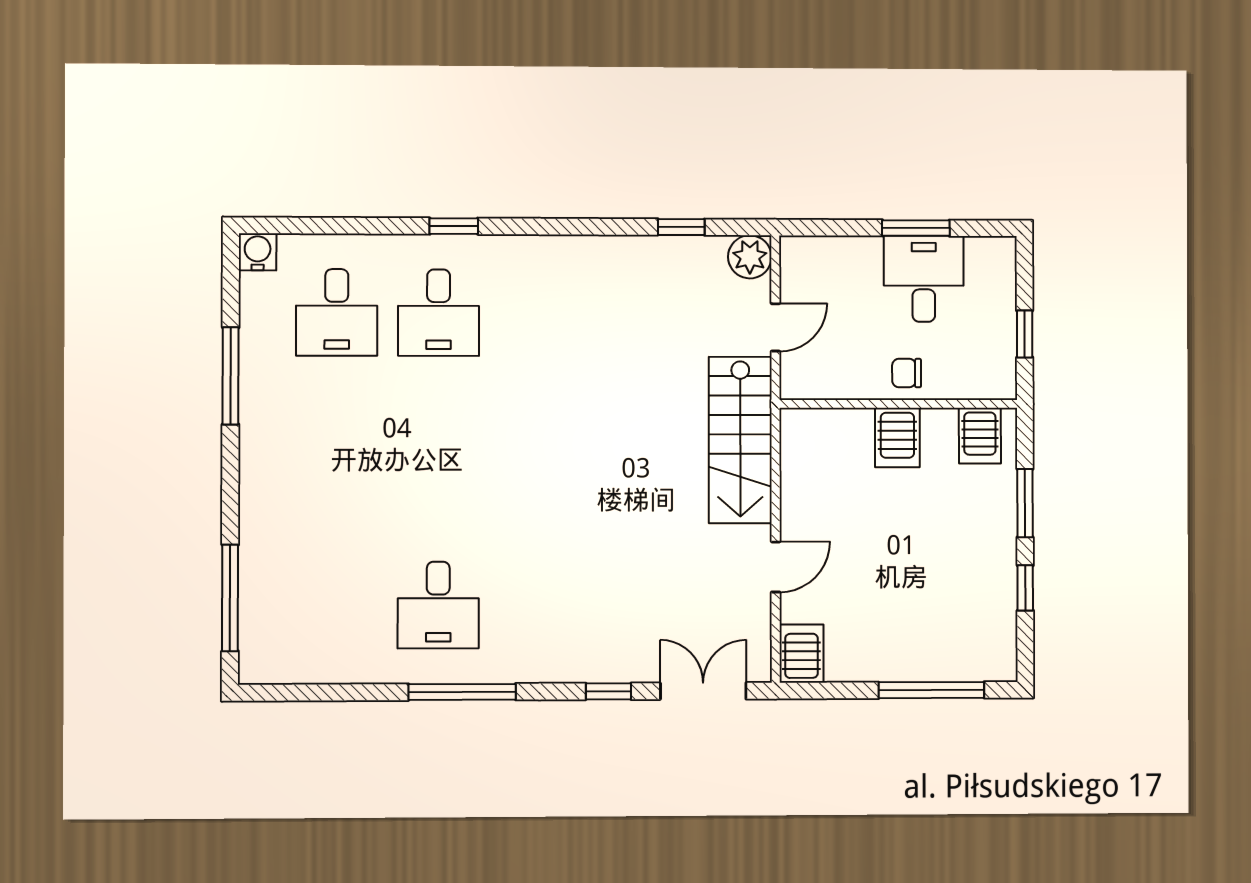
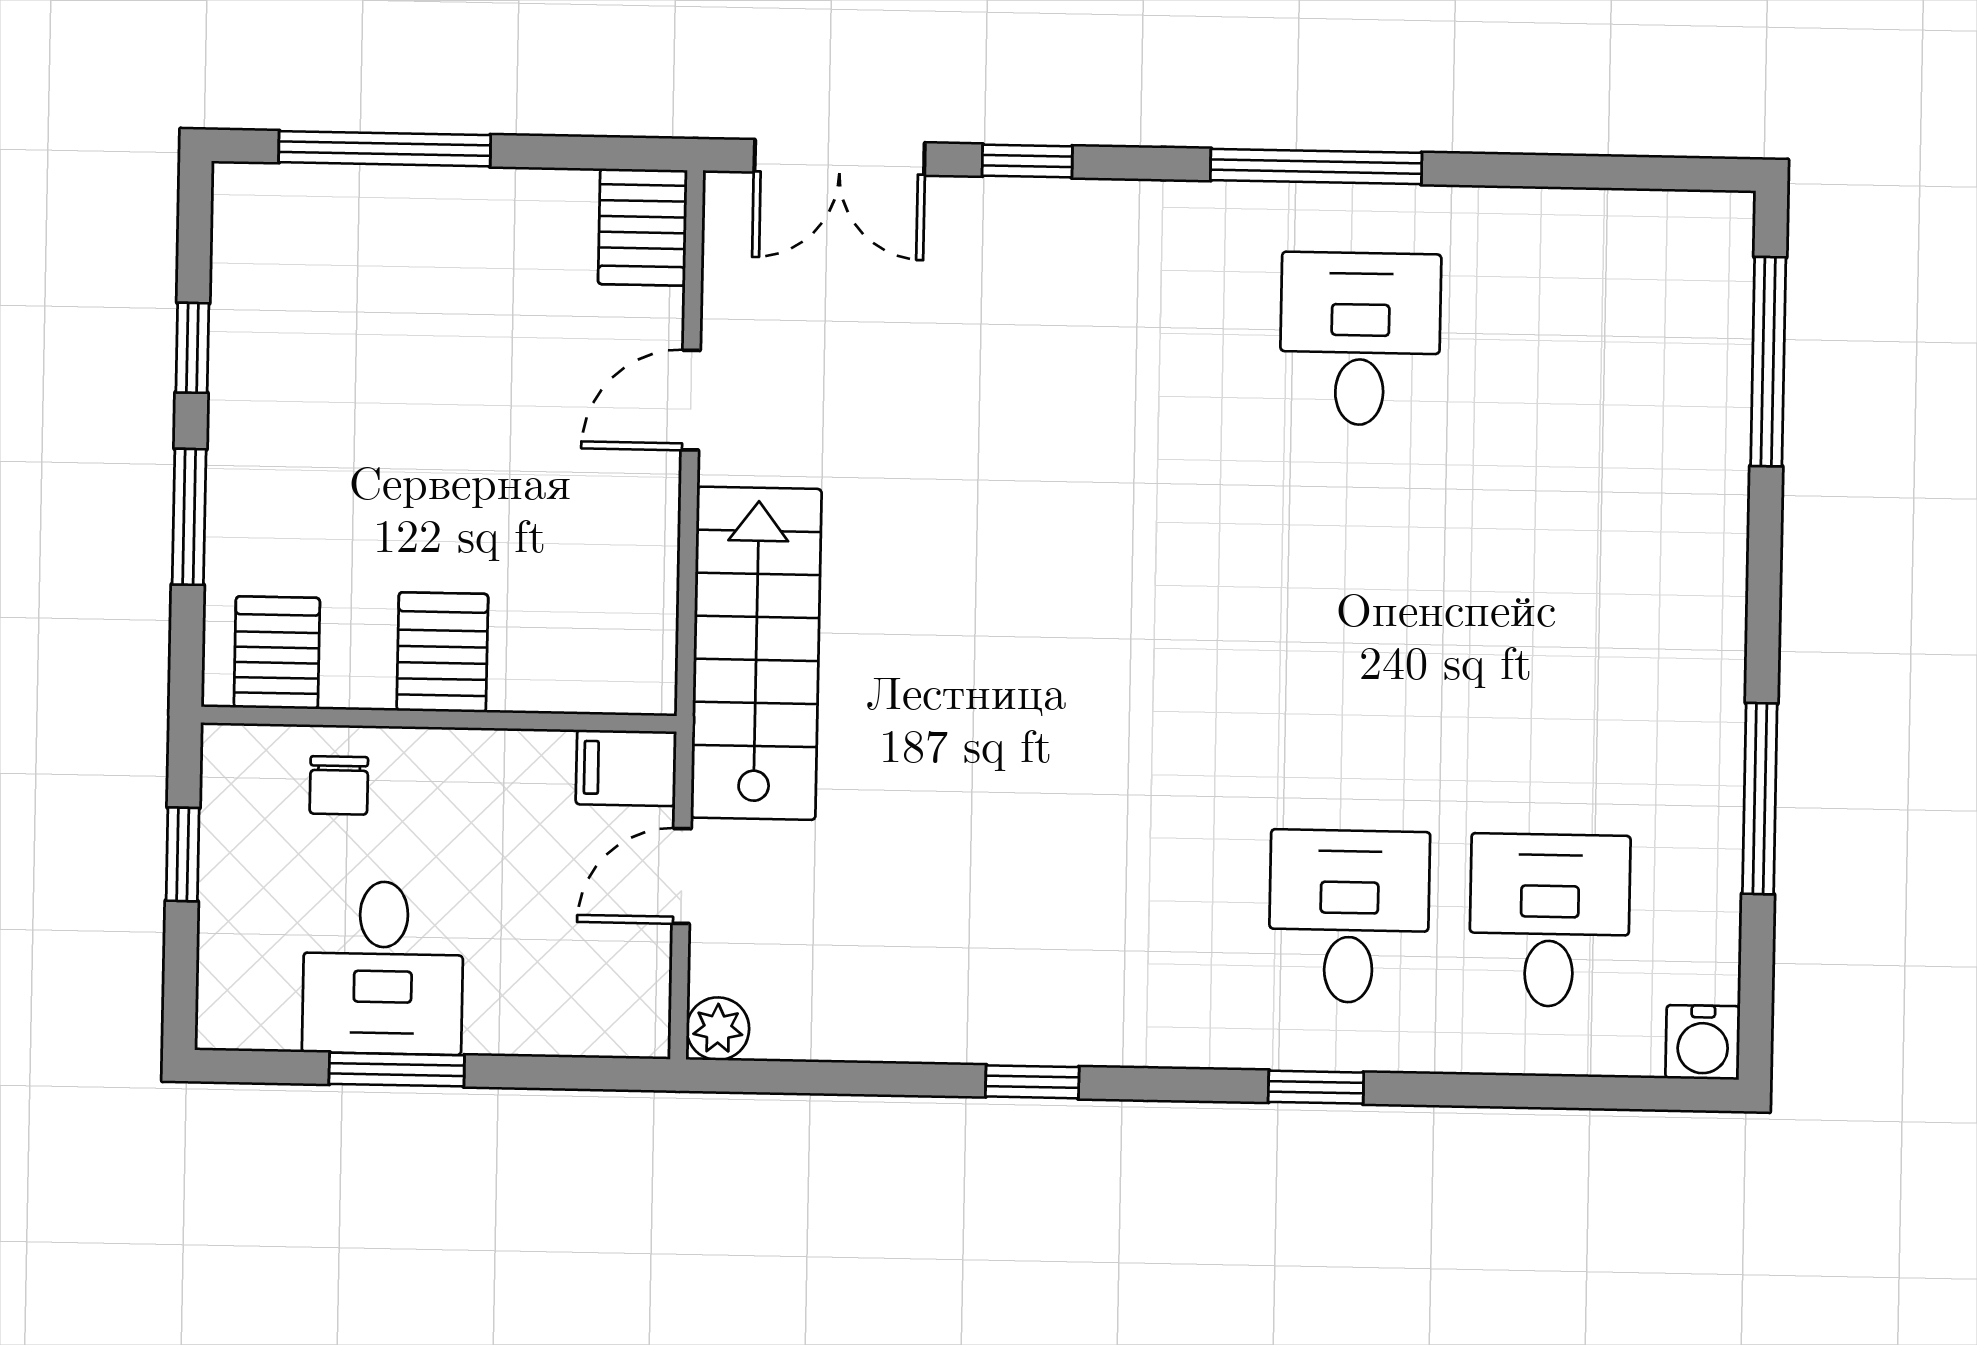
window: (681, 227) -> (1032, 1082), moved
plant: (750, 257) -> (718, 1029), width x0.73, depth x0.73
chair: (907, 373) -> (339, 785), moved, turned 90
filing cabinet: (804, 381) -> (626, 768), added

